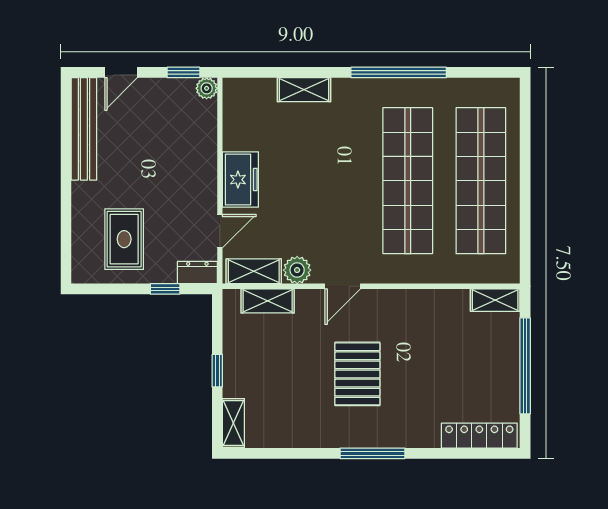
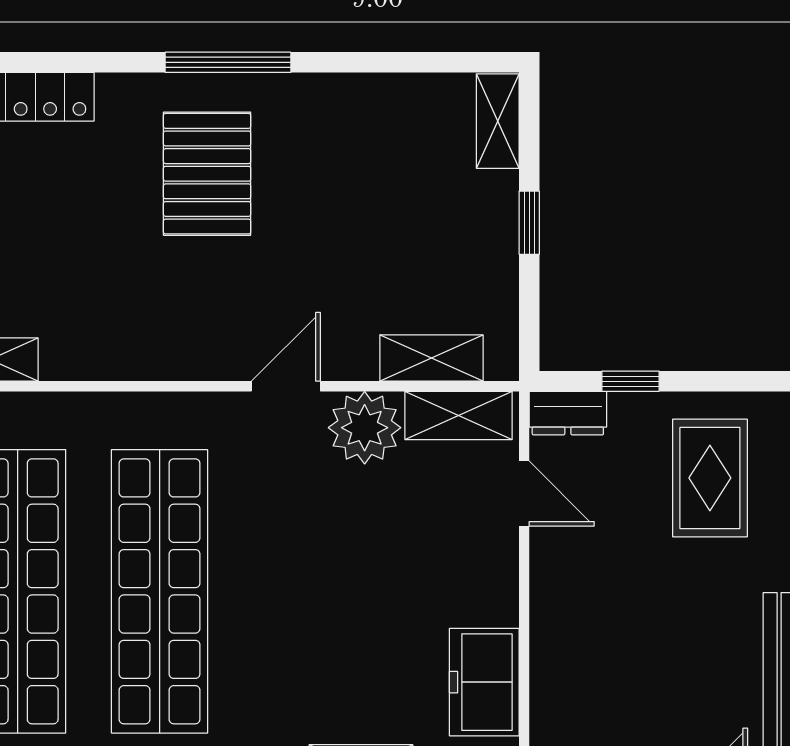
freezer: (240, 180) -> (484, 682), moved
door: (220, 231) -> (524, 494), swing flipped
plant: (297, 270) -> (365, 428), width x1.36, depth x1.36
pallet: (357, 374) -> (207, 174), moved

